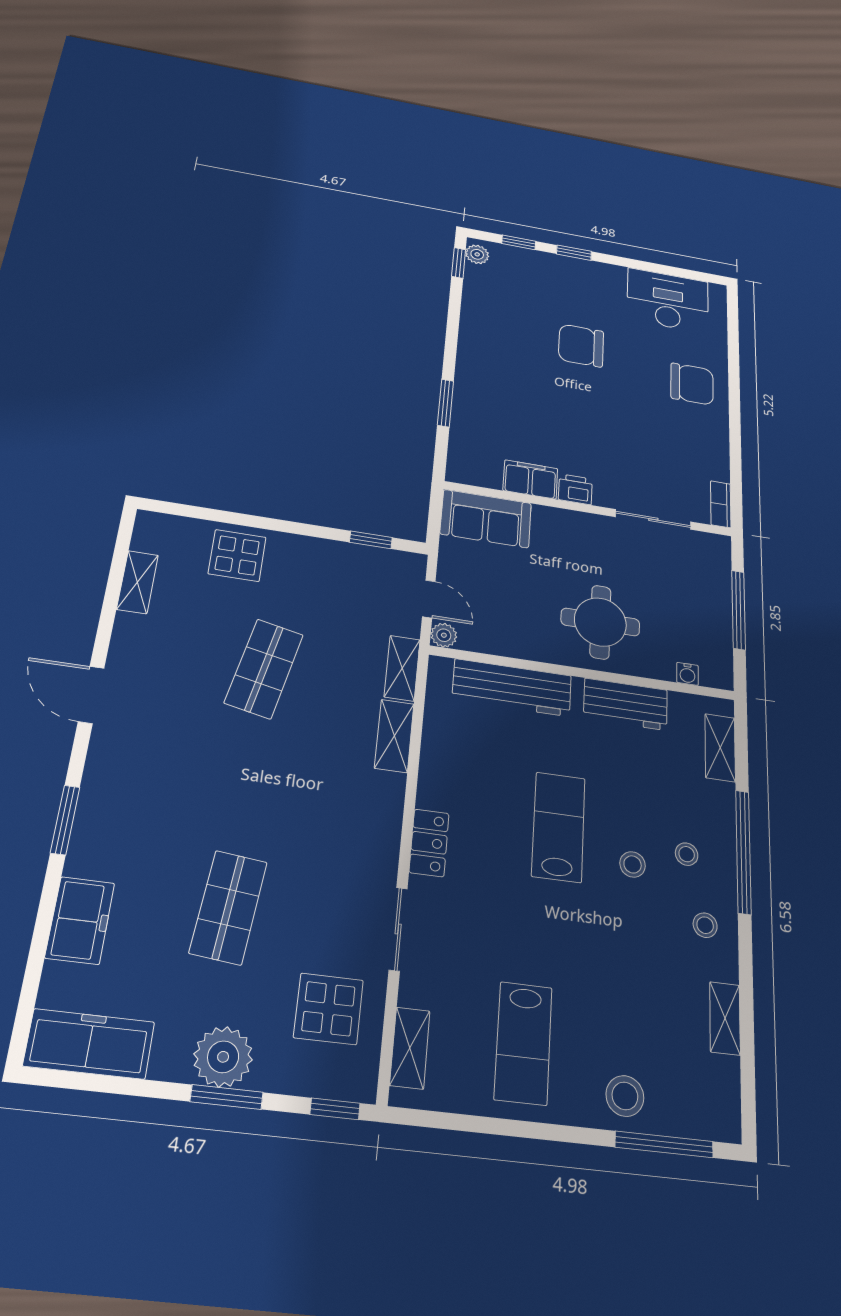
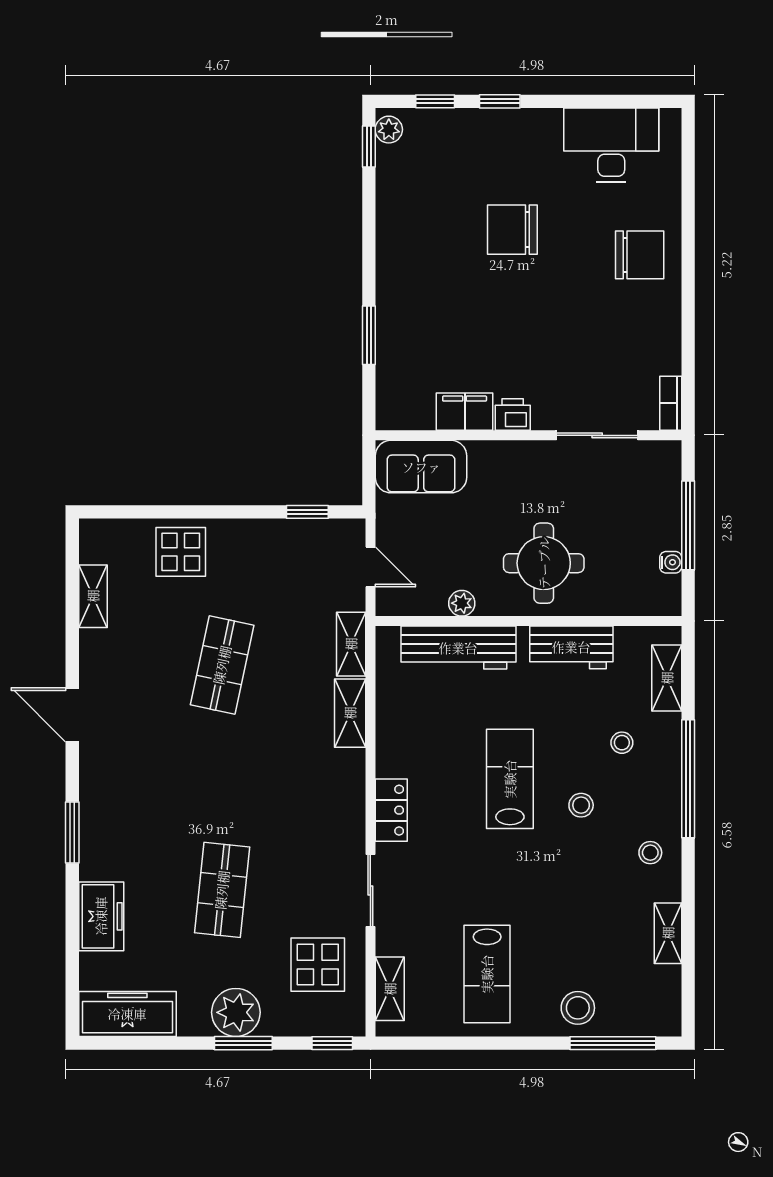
plant: (444, 635) -> (462, 603), moved
water cooler: (687, 674) -> (671, 562), moved, turned -90
stool: (687, 854) -> (622, 743), moved

